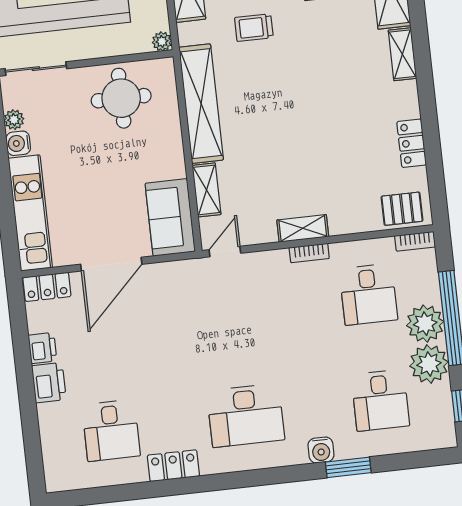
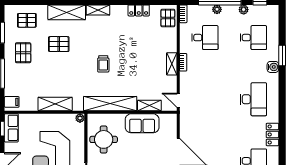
trolley: (254, 28) -> (103, 64), moved
sofa: (170, 217) -> (142, 123), moved
plant: (425, 324) -> (217, 9), width x0.53, depth x0.53
plant: (429, 364) -> (244, 10), width x0.53, depth x0.53

